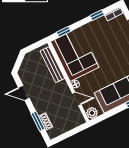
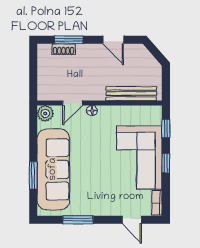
window: (97, 15) -> (166, 163), moved
corner sofa: (75, 54) -> (139, 157), moved, turned 90
door: (24, 93) -> (113, 40), swing flipped

